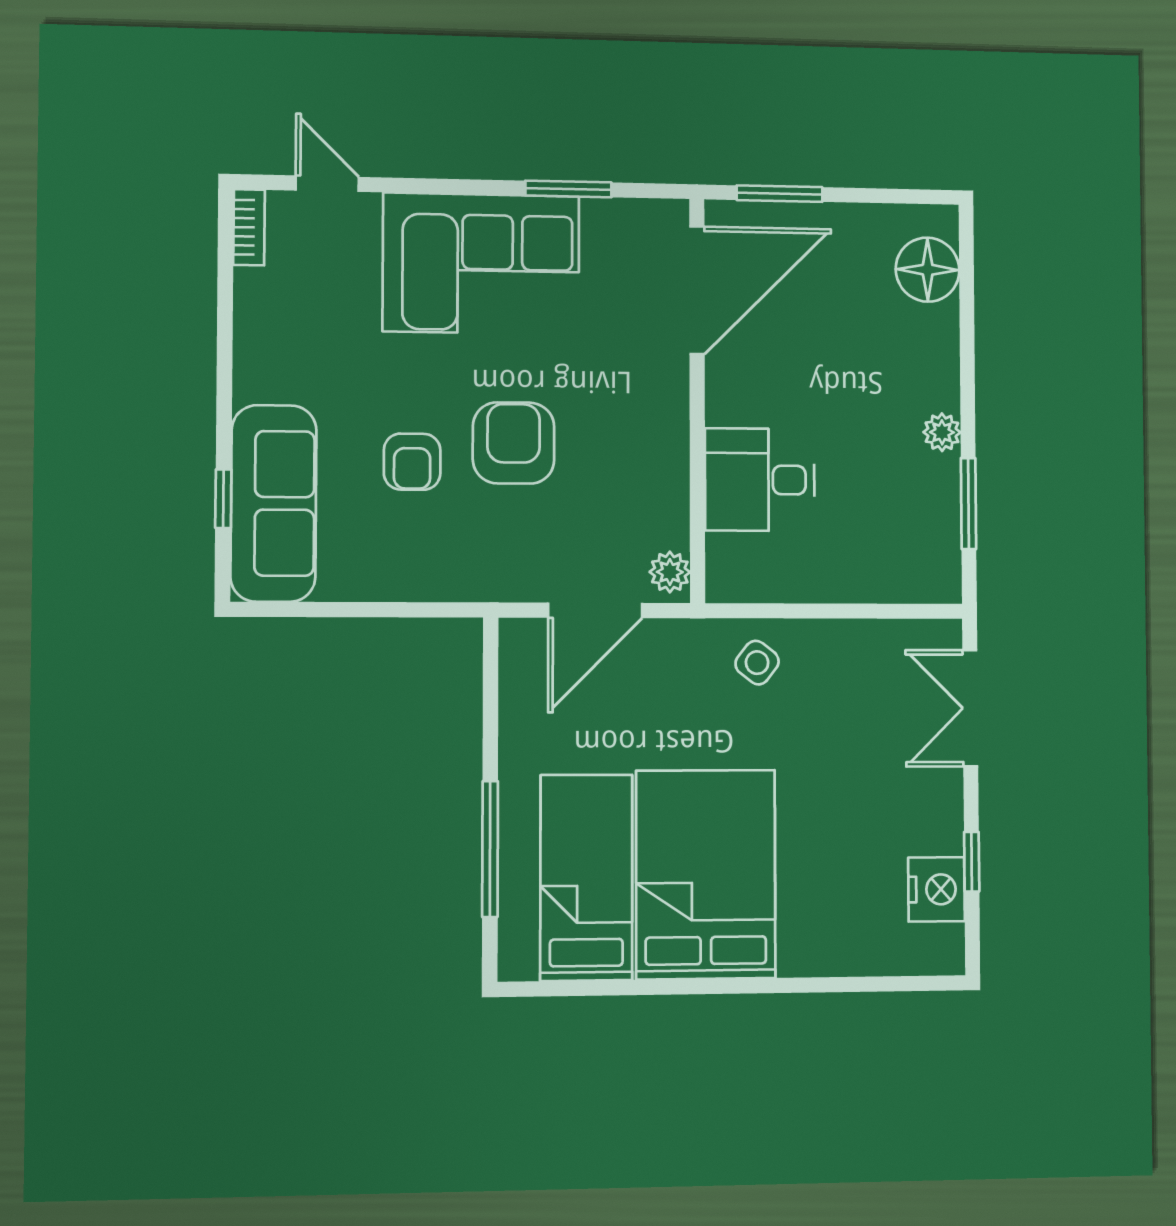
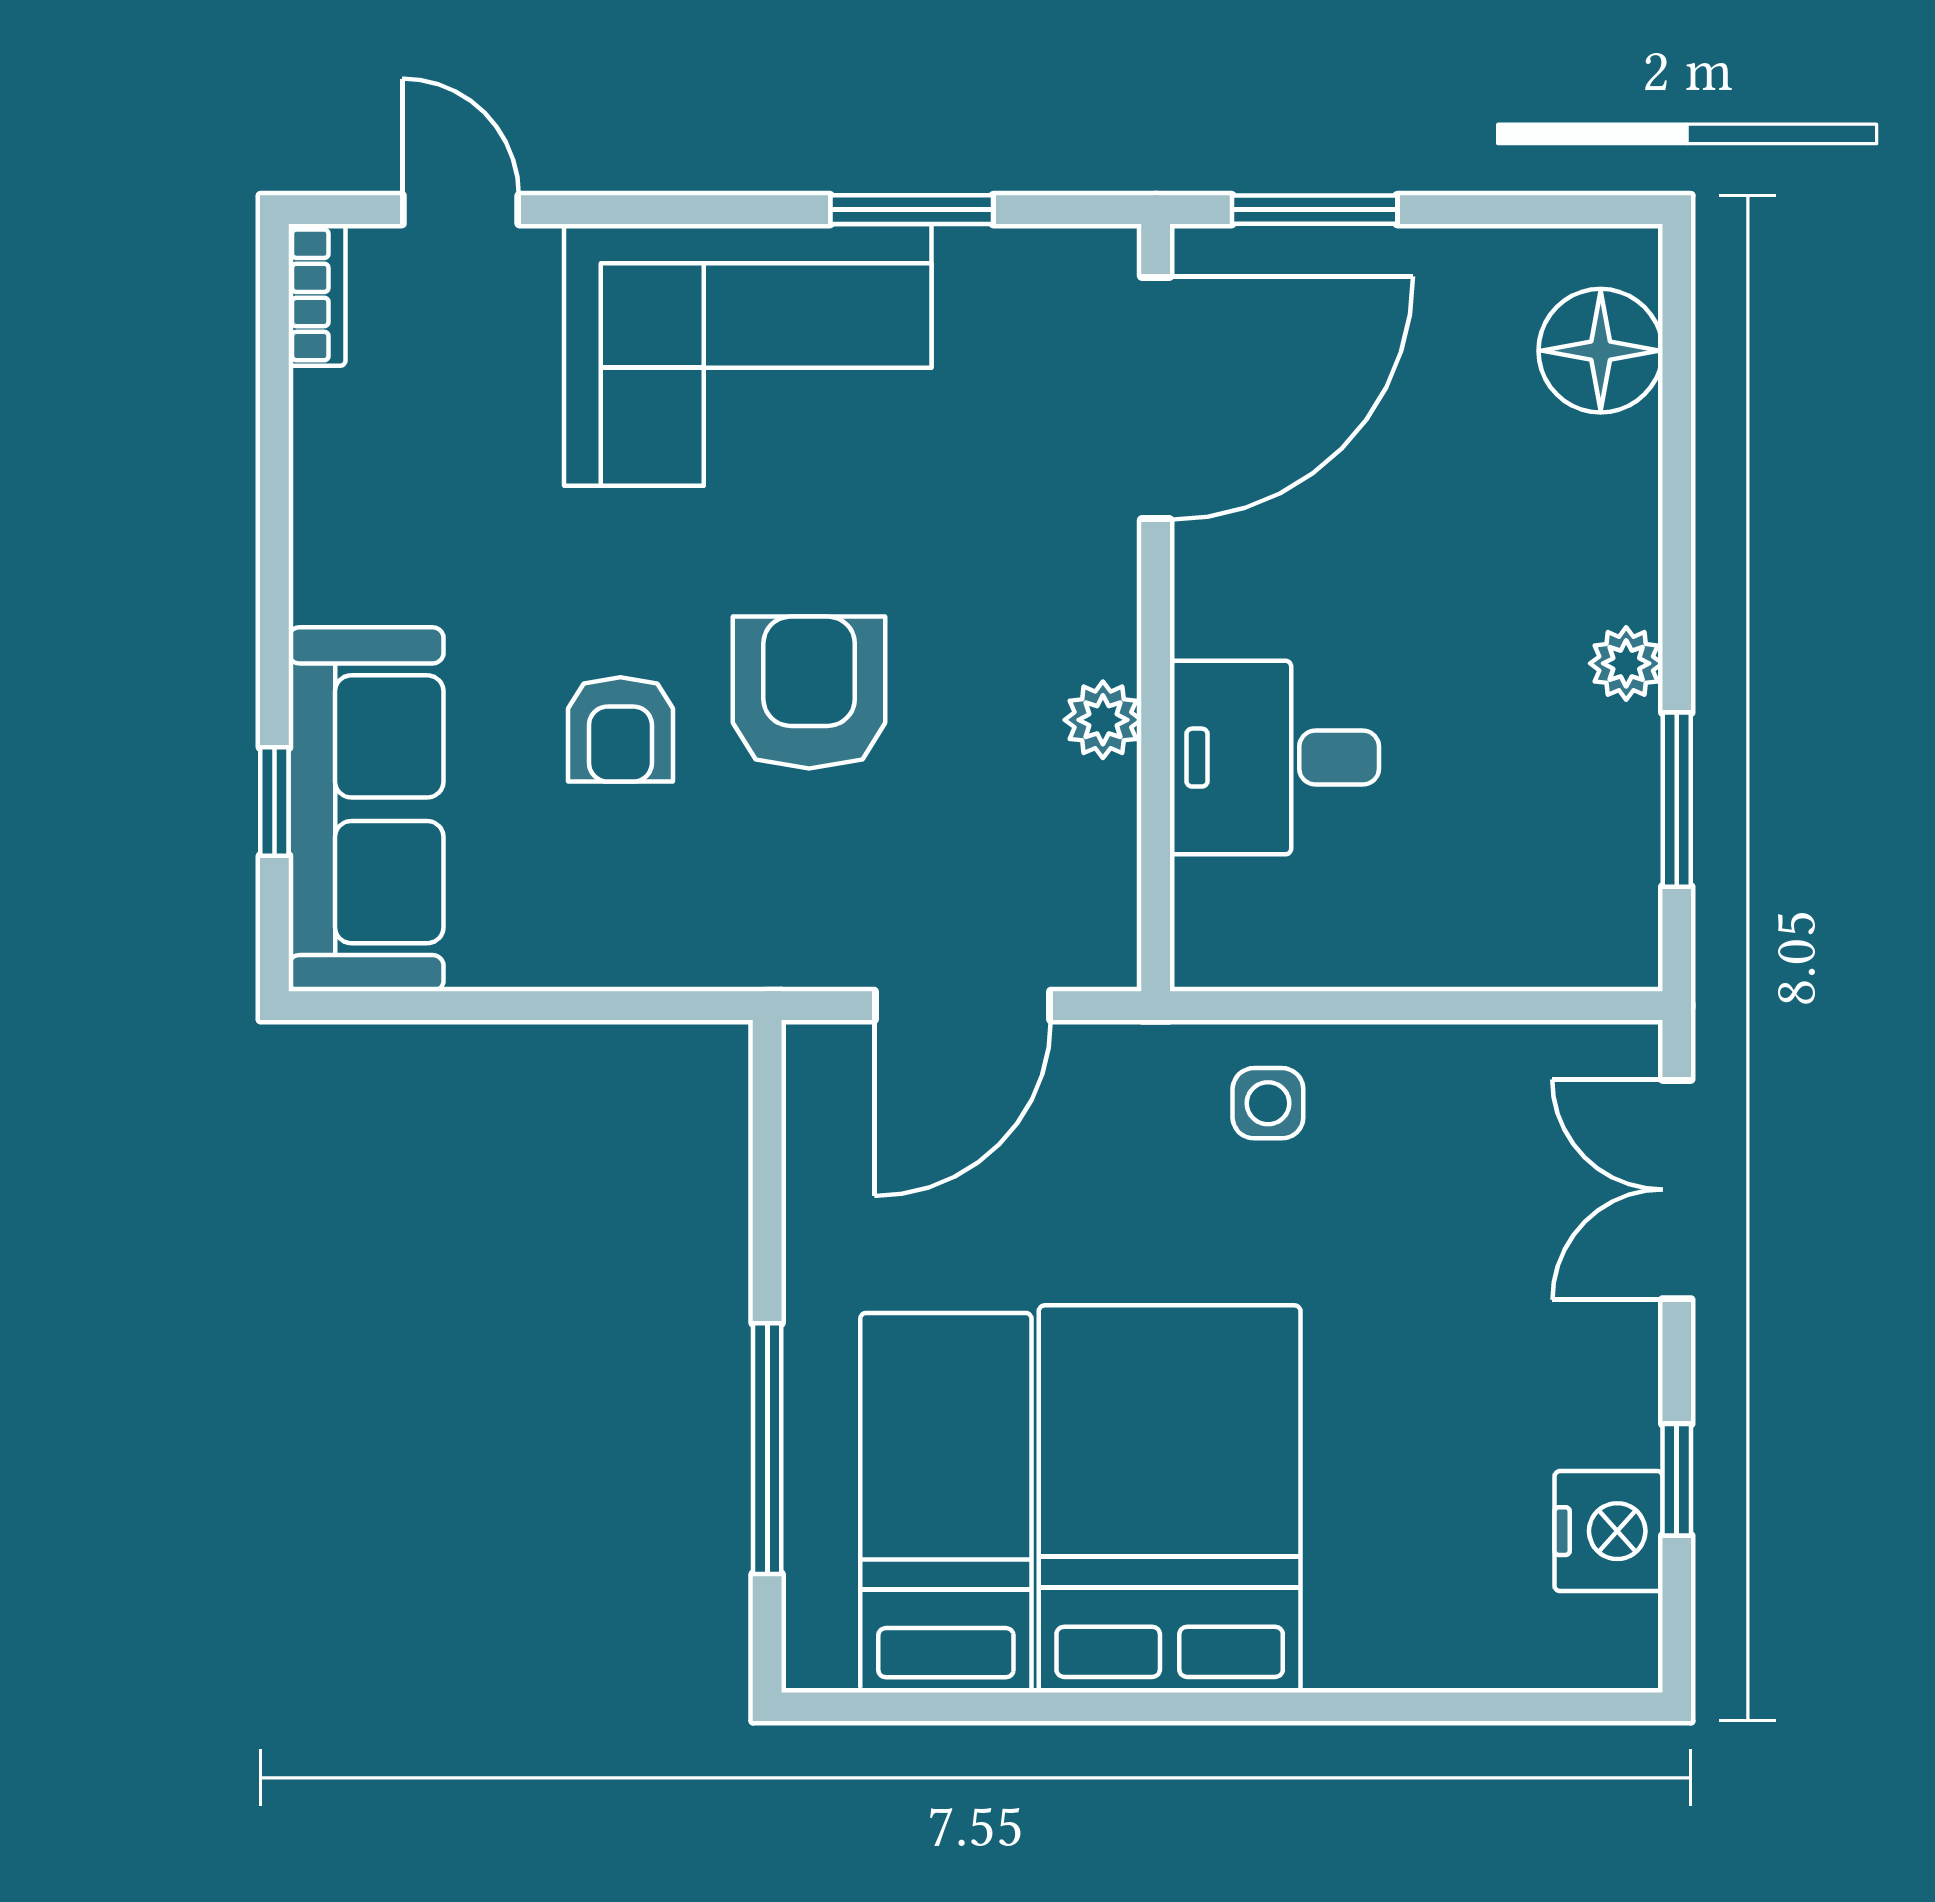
plant: (670, 572) -> (1103, 720), moved
side table: (757, 663) -> (1268, 1103), turned -38

